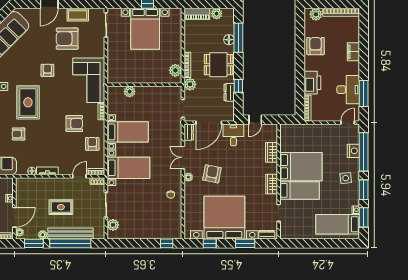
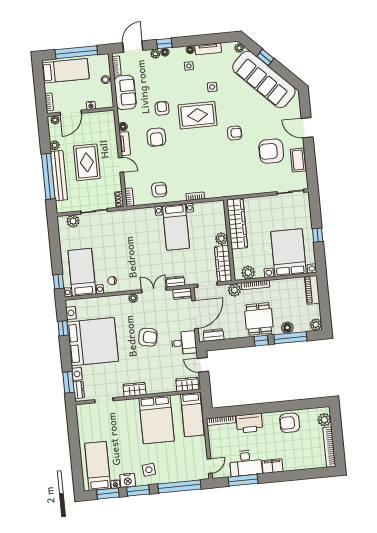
plant: (217, 14) -> (316, 325), moved
bed with nightstands: (145, 29) -> (289, 253), moved, turned 90
armchair: (67, 39) -> (271, 151), turned -90
armchair: (315, 46) -> (290, 423), turned 180
filing cabinet: (353, 52) -> (272, 466), moved
wardrobe: (130, 76) -> (237, 224), added
corner sofa: (89, 80) -> (228, 179), removed
window: (238, 86) -> (261, 341), moved
plant: (130, 92) -> (221, 239), moved
wardrobe: (165, 92) -> (223, 264), added
dresser: (229, 92) -> (214, 335), moved
door: (209, 123) -> (195, 315), swing flipped
door: (348, 123) -> (210, 466), hinge flipped
armchair: (74, 124) -> (156, 137), moved
dresser: (177, 137) -> (176, 281), added
nightstand: (353, 151) -> (128, 480), moved
wardrobe: (272, 152) -> (187, 384), moved
bed with nightstands: (128, 168) -> (82, 272), moved, turned 180
armchair: (212, 174) -> (148, 337), moved
door: (79, 176) -> (121, 165), moved
bed: (299, 190) -> (192, 415), moved
rug: (61, 207) -> (87, 162), width x1.36, depth x1.43
door: (14, 217) -> (71, 113), hinge flipped
window: (34, 243) -> (44, 137), removed
window: (245, 243) -> (68, 382), moved

